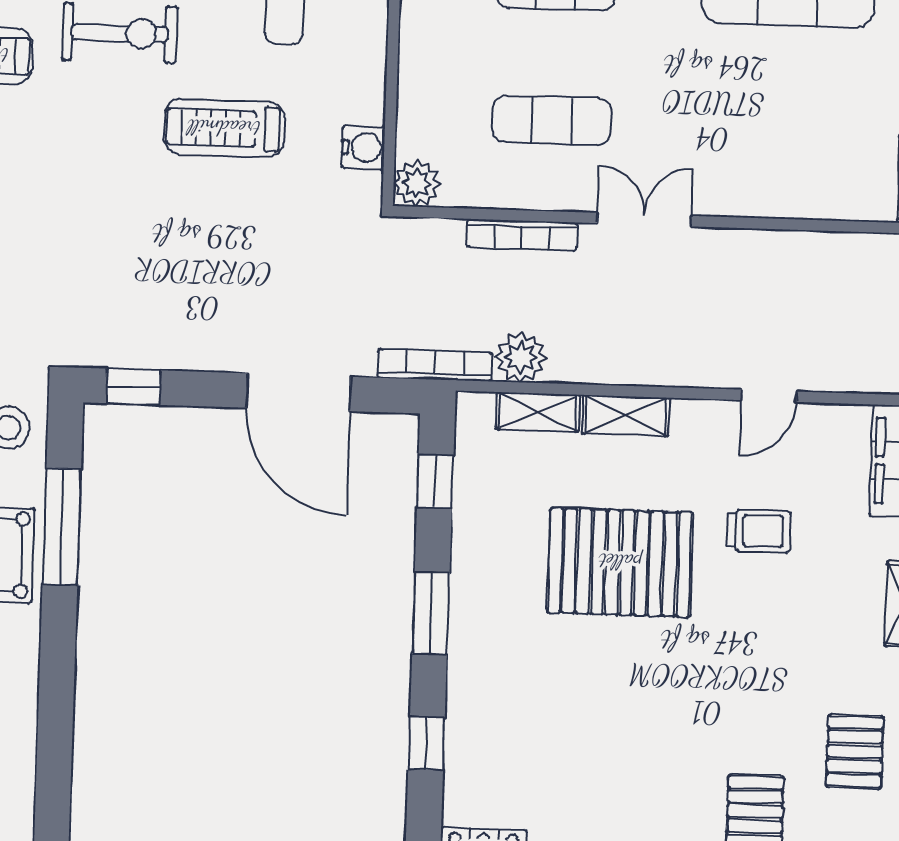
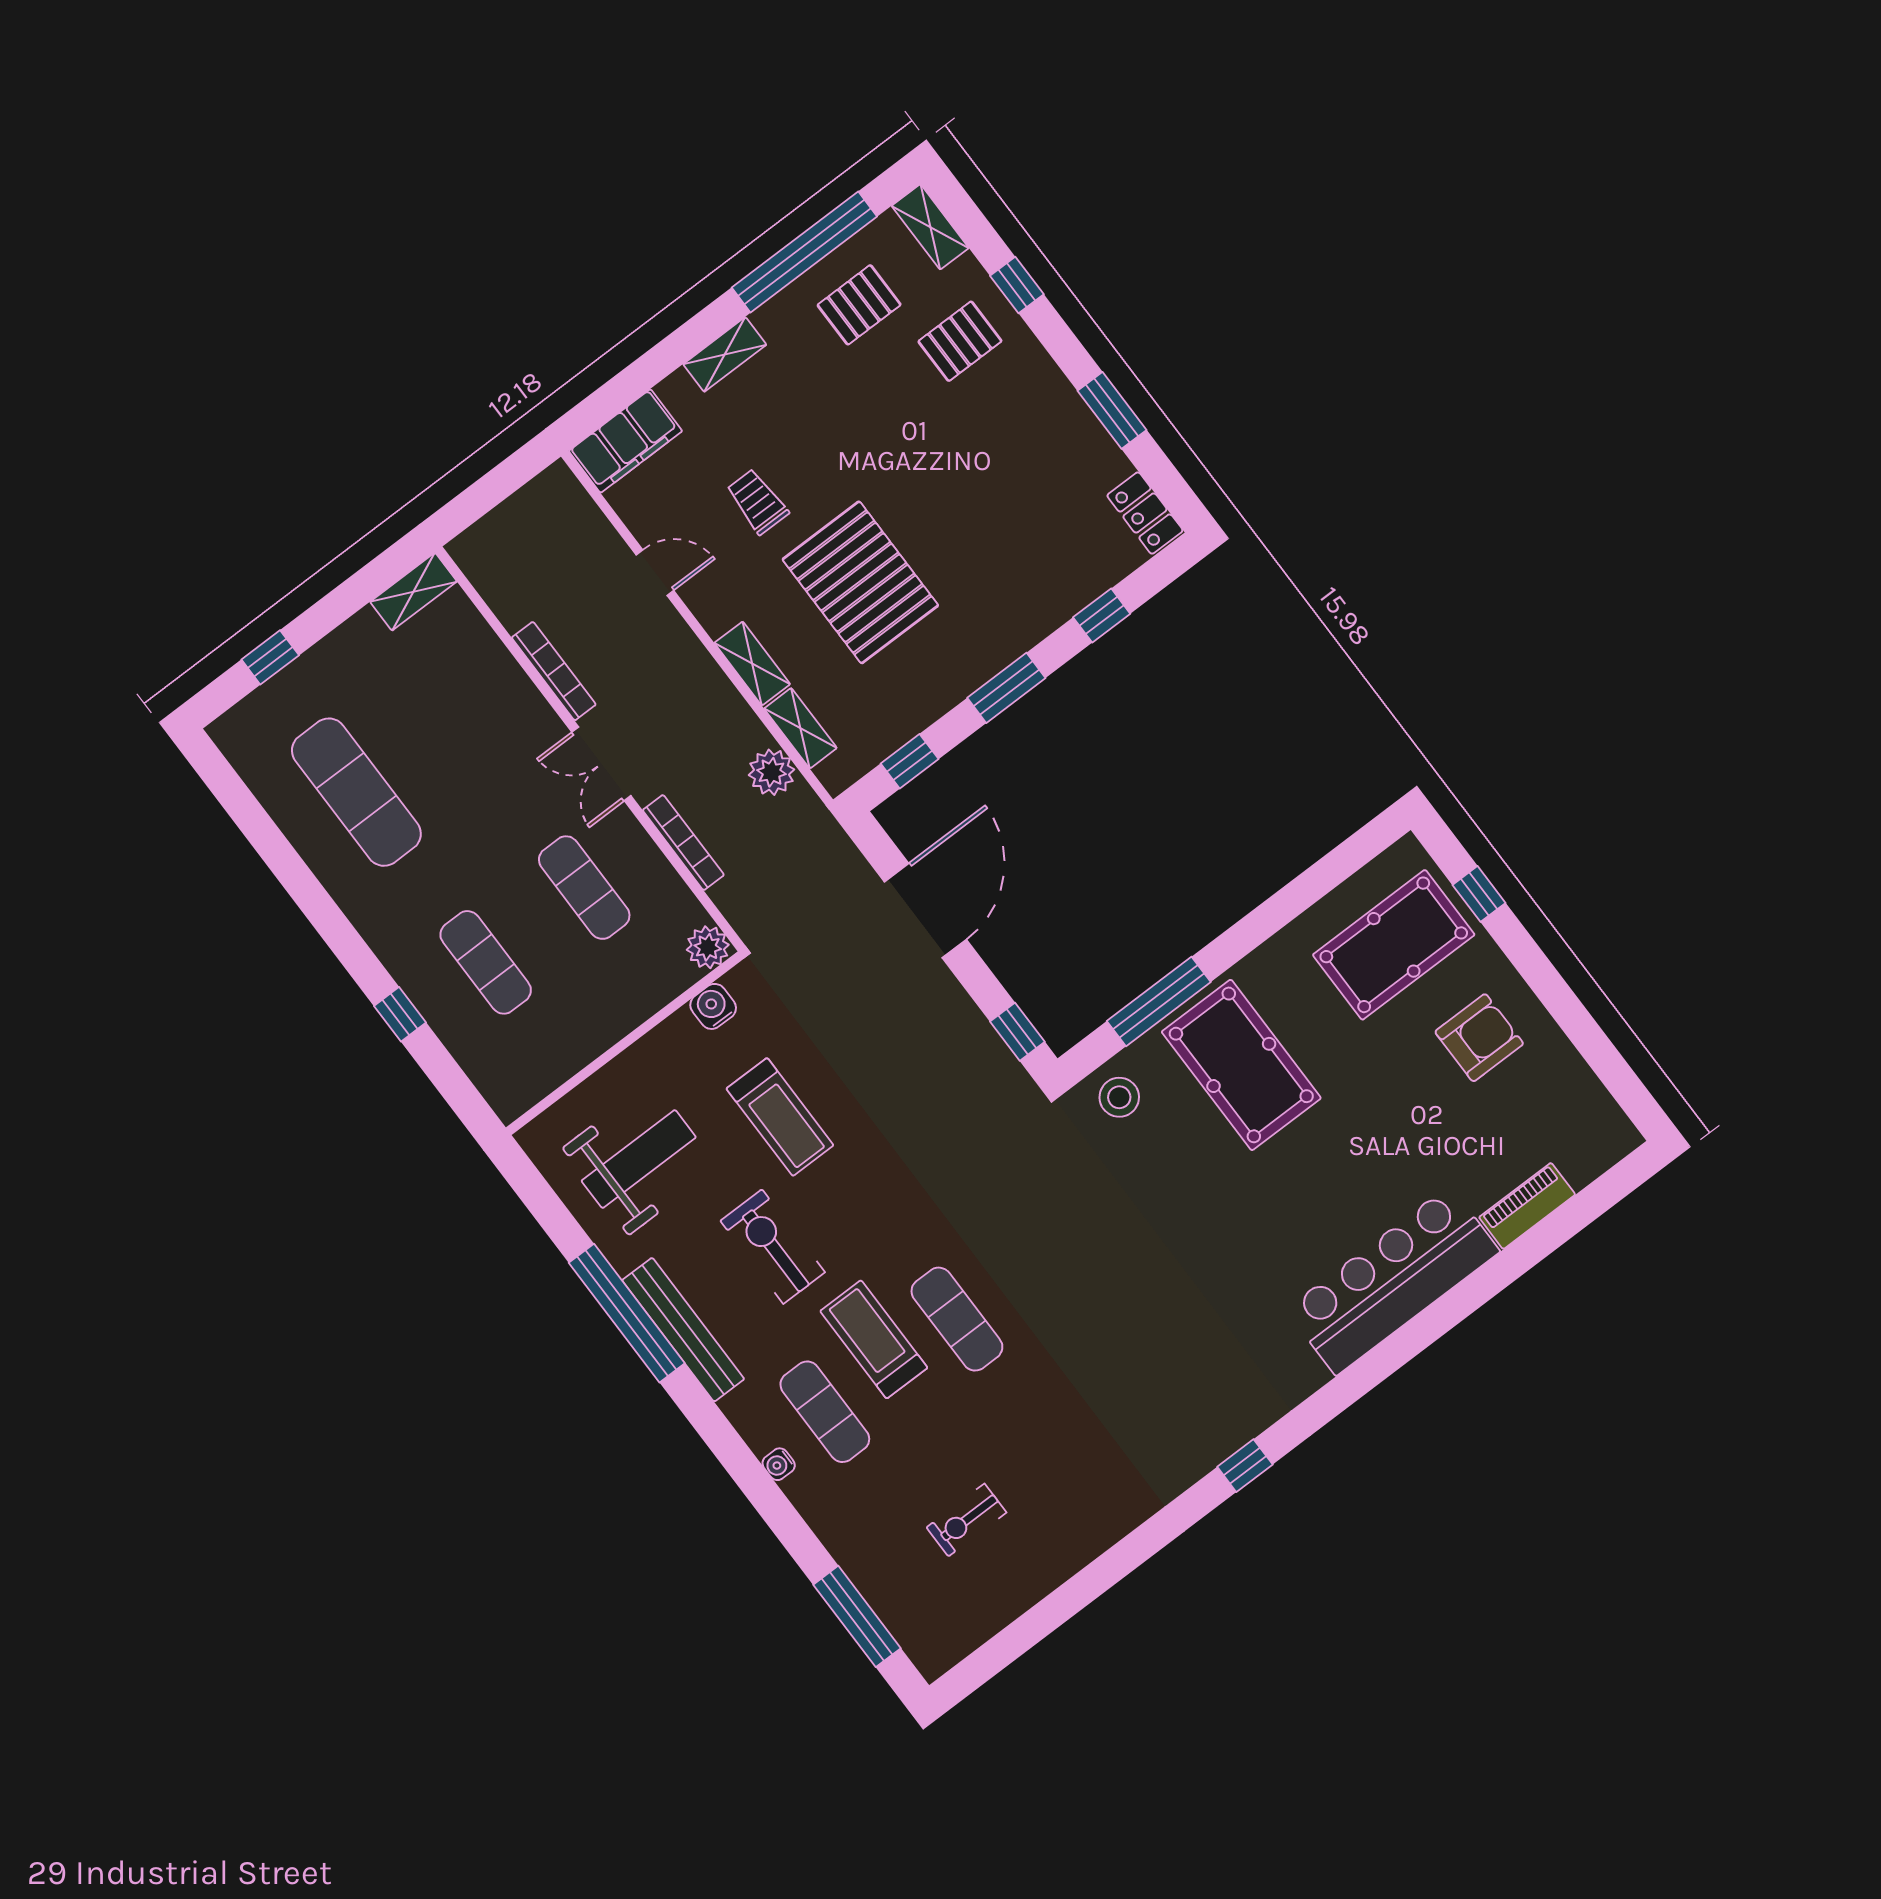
bookcase: (435, 365) -> (554, 671), moved, turned 180

